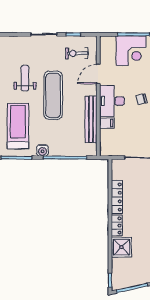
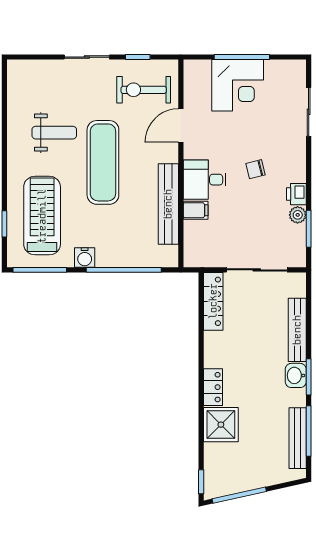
exercise bike: (77, 53) -> (144, 90), width x1.38, depth x1.39
weight bench: (25, 78) -> (54, 133), turned 90
desk: (112, 101) -> (205, 180), width x0.73
locker: (117, 197) -> (213, 301), moved

